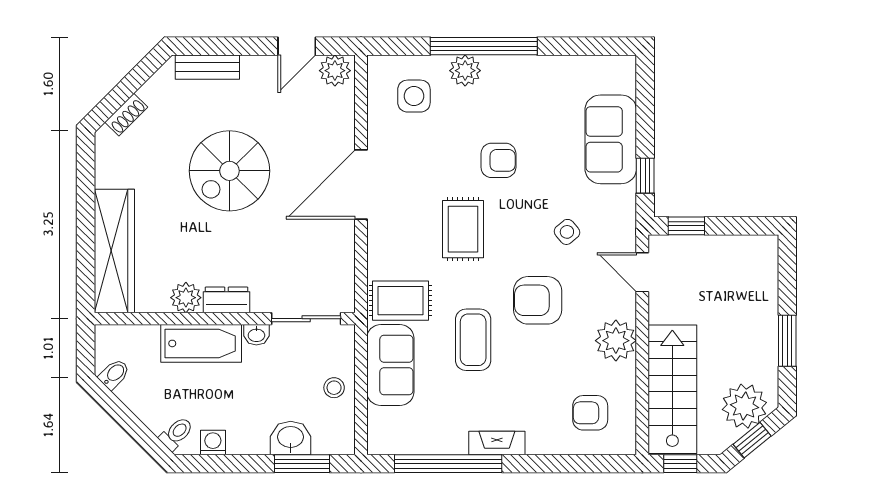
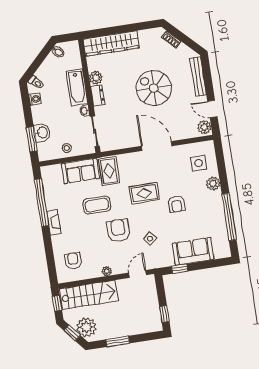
window: (484, 46) -> (229, 217), moved
bench: (207, 67) -> (198, 77), width x1.36
window: (686, 226) -> (164, 314), moved
plant: (616, 341) -> (107, 271), width x0.53, depth x0.53

